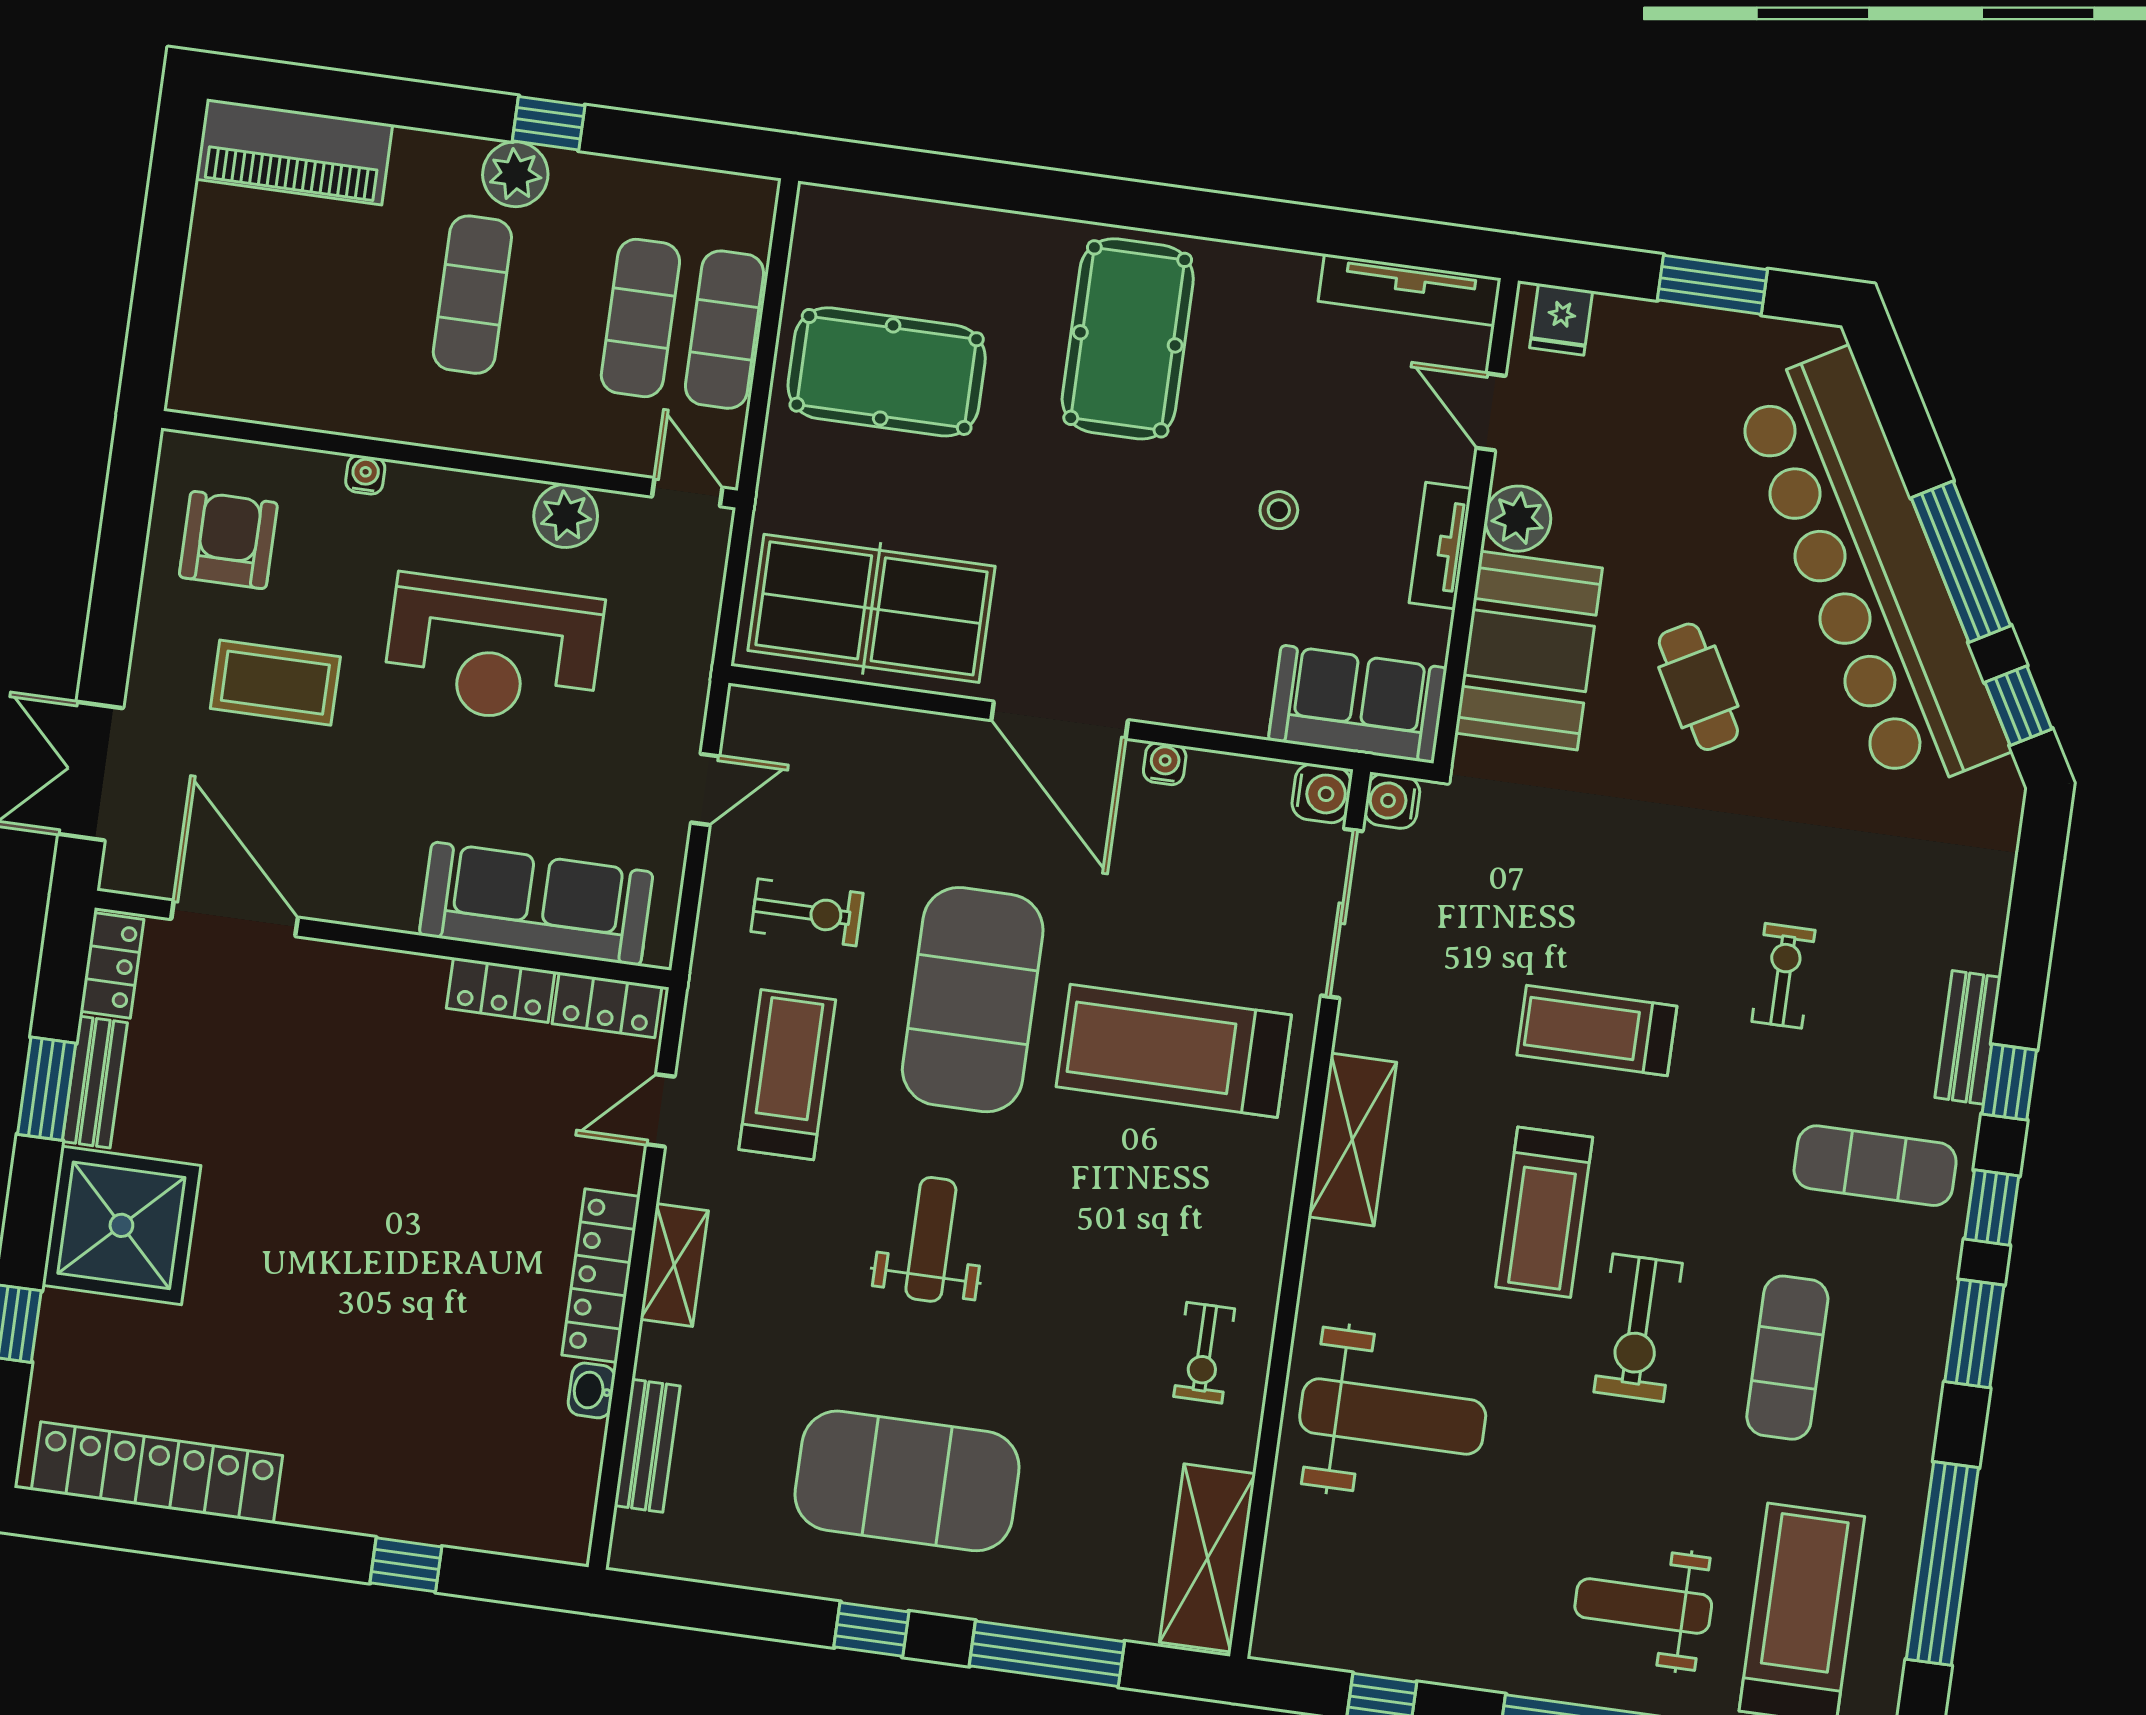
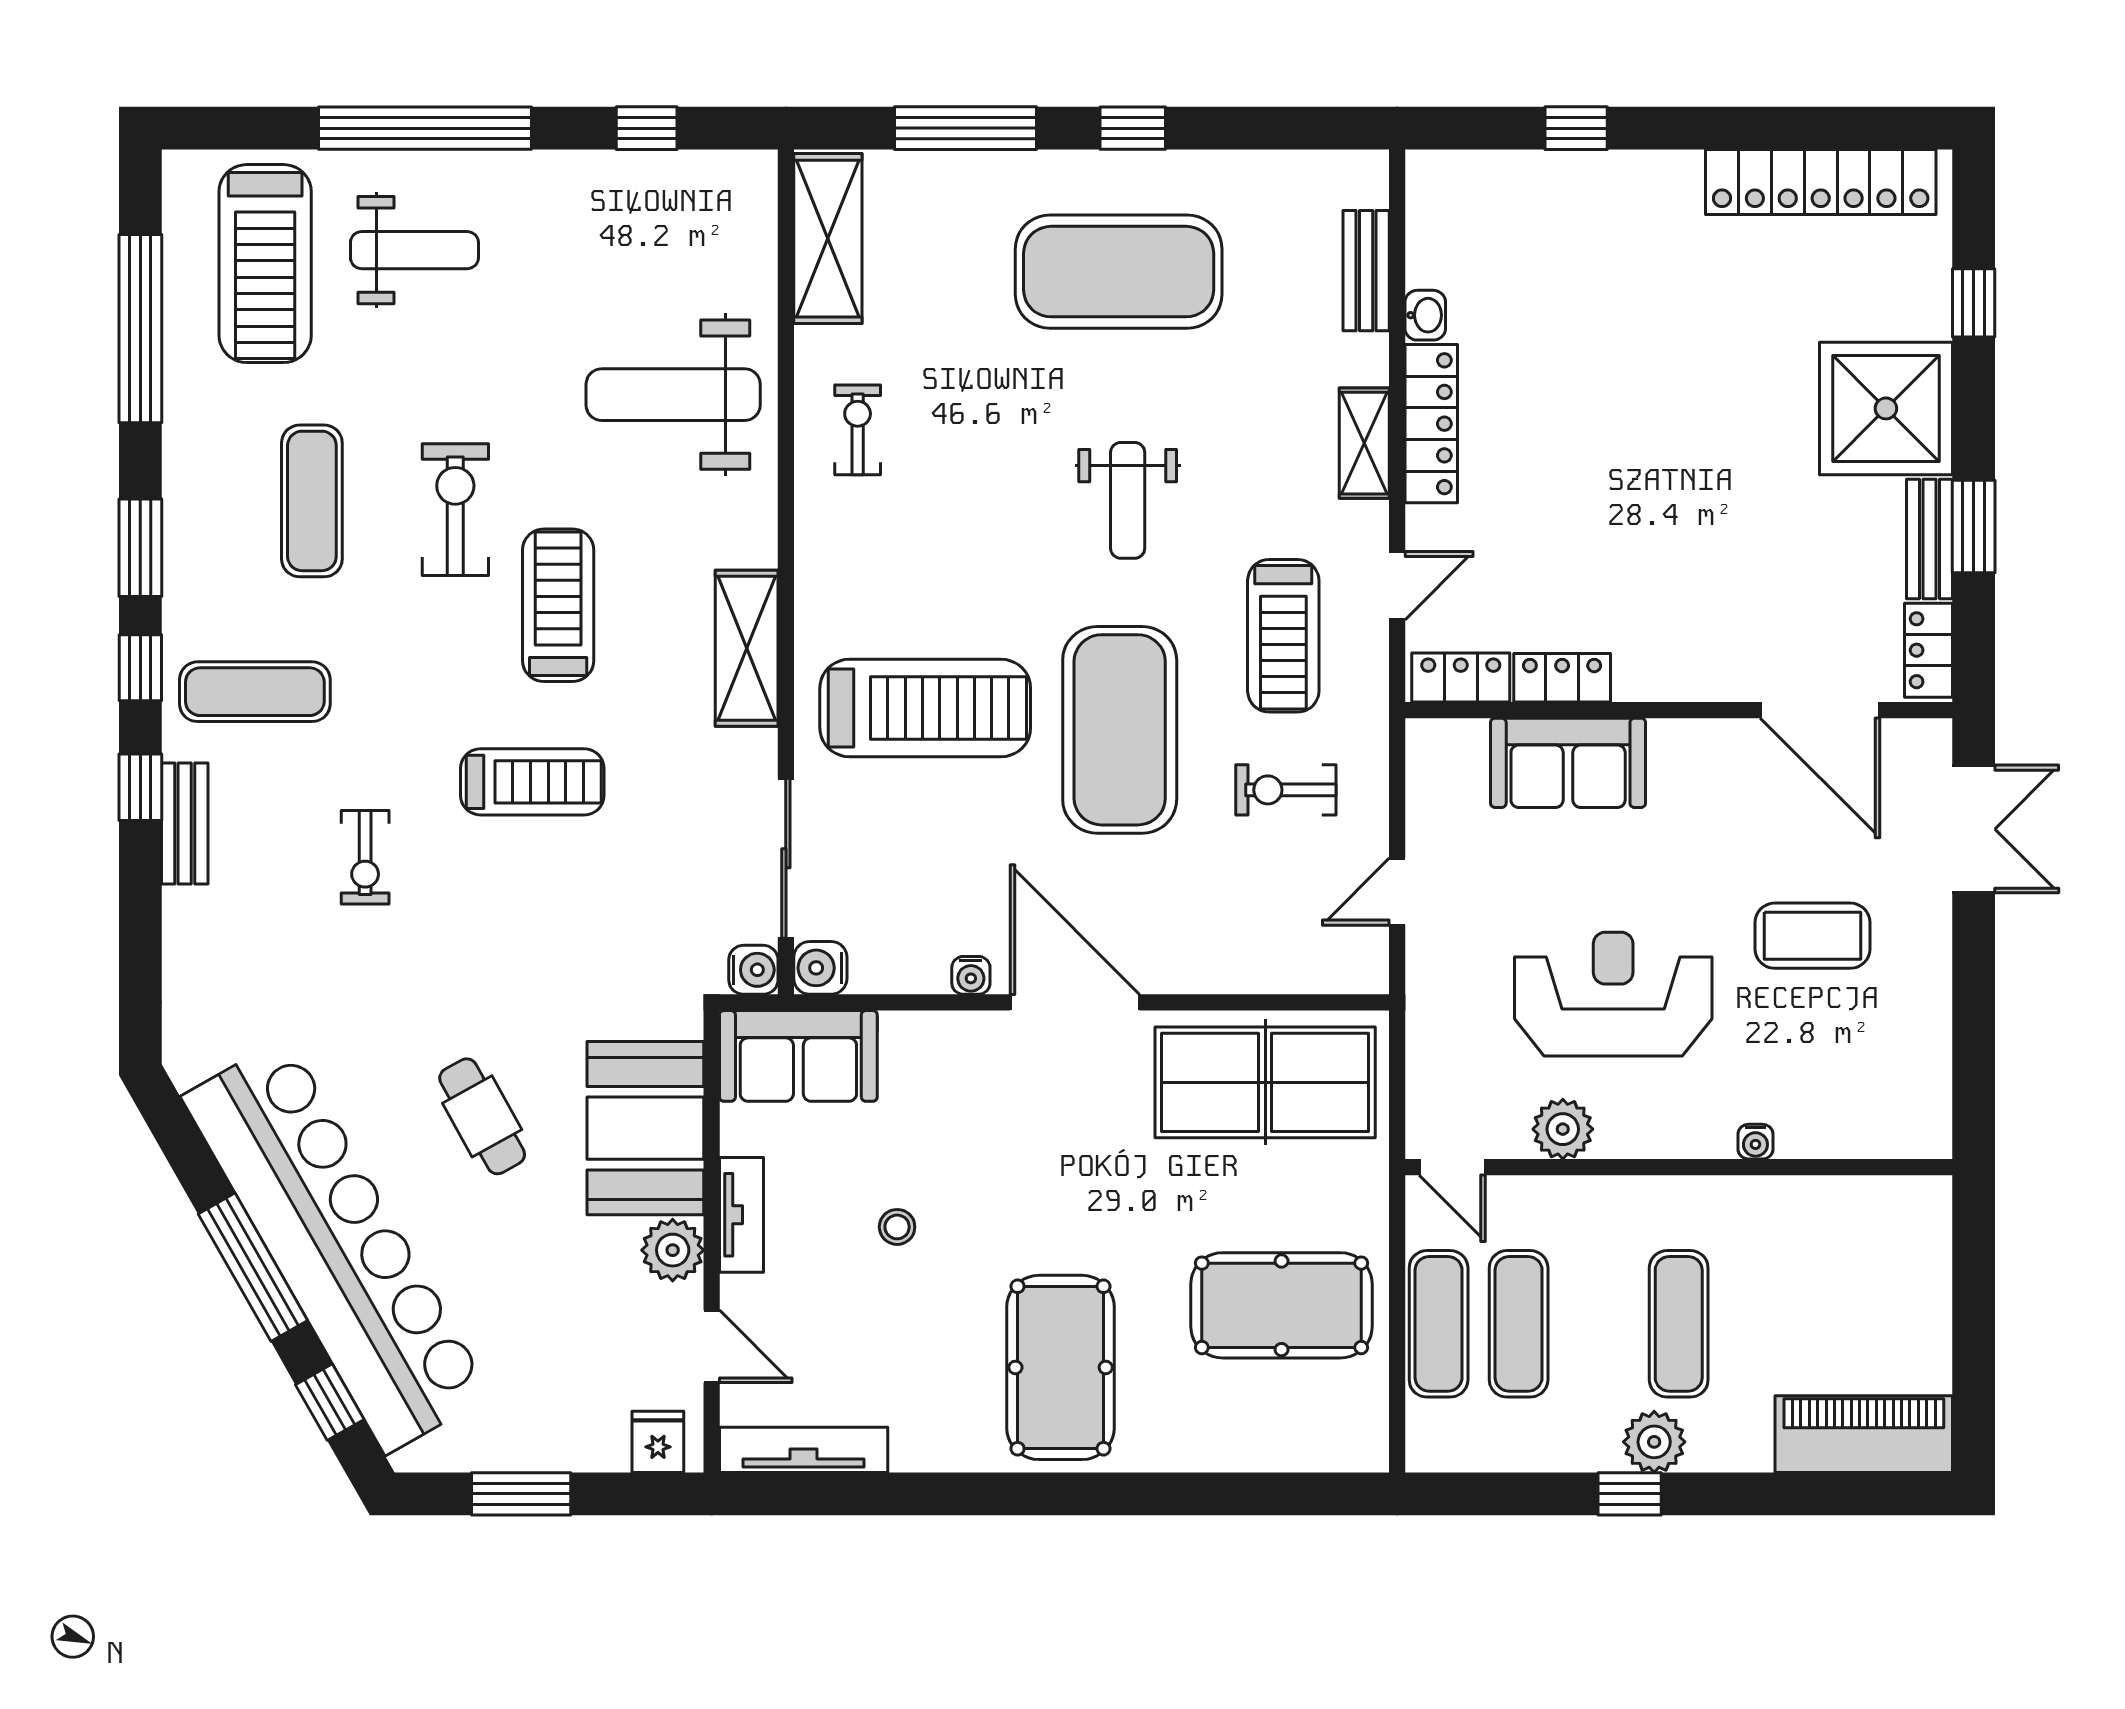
armchair: (228, 540) -> (1875, 1063), removed
window: (2018, 706) -> (330, 1402), moved
sofa: (536, 904) -> (1568, 763), width x0.73

